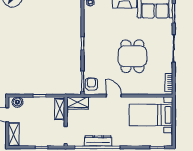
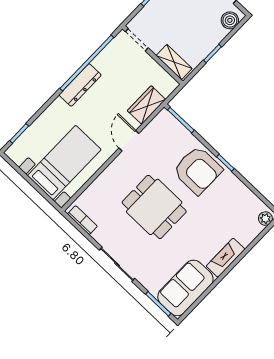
armchair: (91, 84) -> (198, 170), moved, width x1.88, depth x1.88
door: (114, 96) -> (129, 141), swing flipped
wardrobe: (78, 103) -> (146, 105), moved
dresser: (98, 141) -> (80, 85), moved

